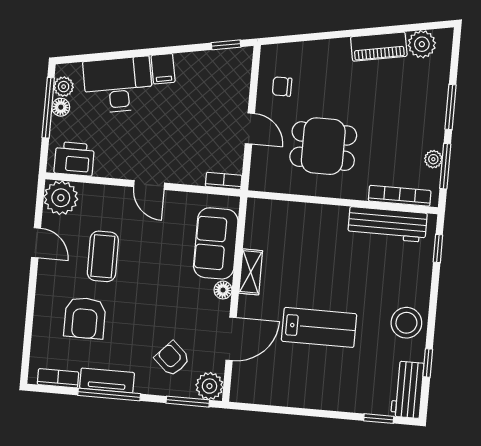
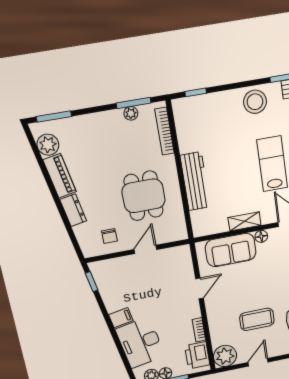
dresser: (330, 50) -> (73, 210), added
window: (451, 107) -> (54, 116), moved
bookcase: (224, 181) -> (199, 330), moved
door: (149, 185) -> (200, 288), moved
workbench: (387, 224) -> (195, 181), moved

